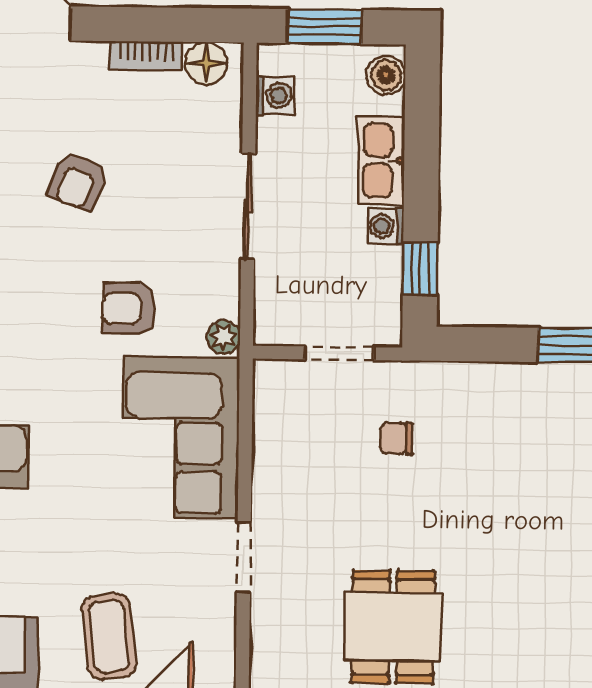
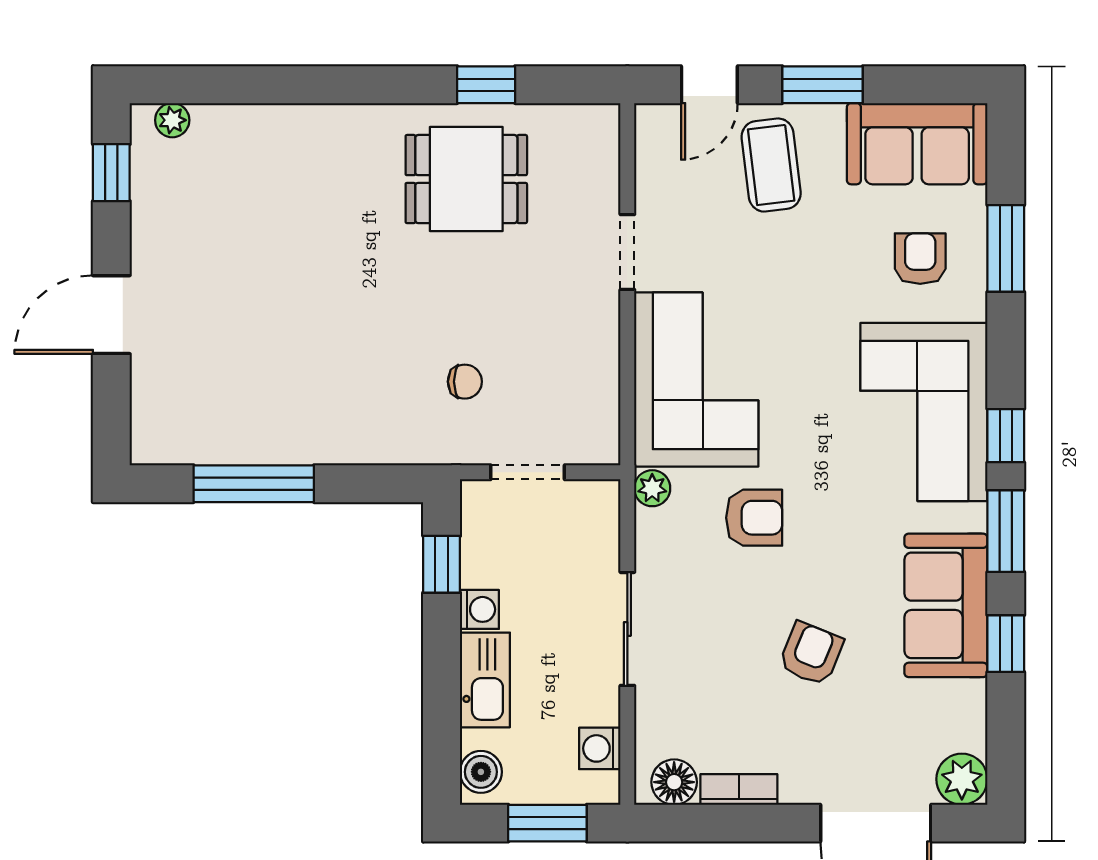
dining table: (393, 627) -> (466, 179), turned 90

